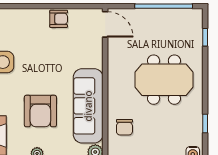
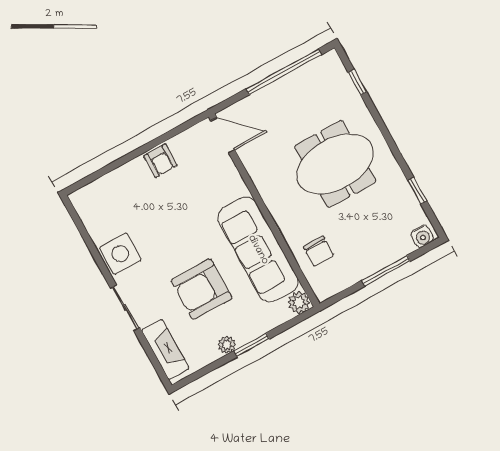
armchair: (59, 19) -> (161, 161), turned 90
armchair: (40, 111) -> (202, 289), turned 90

